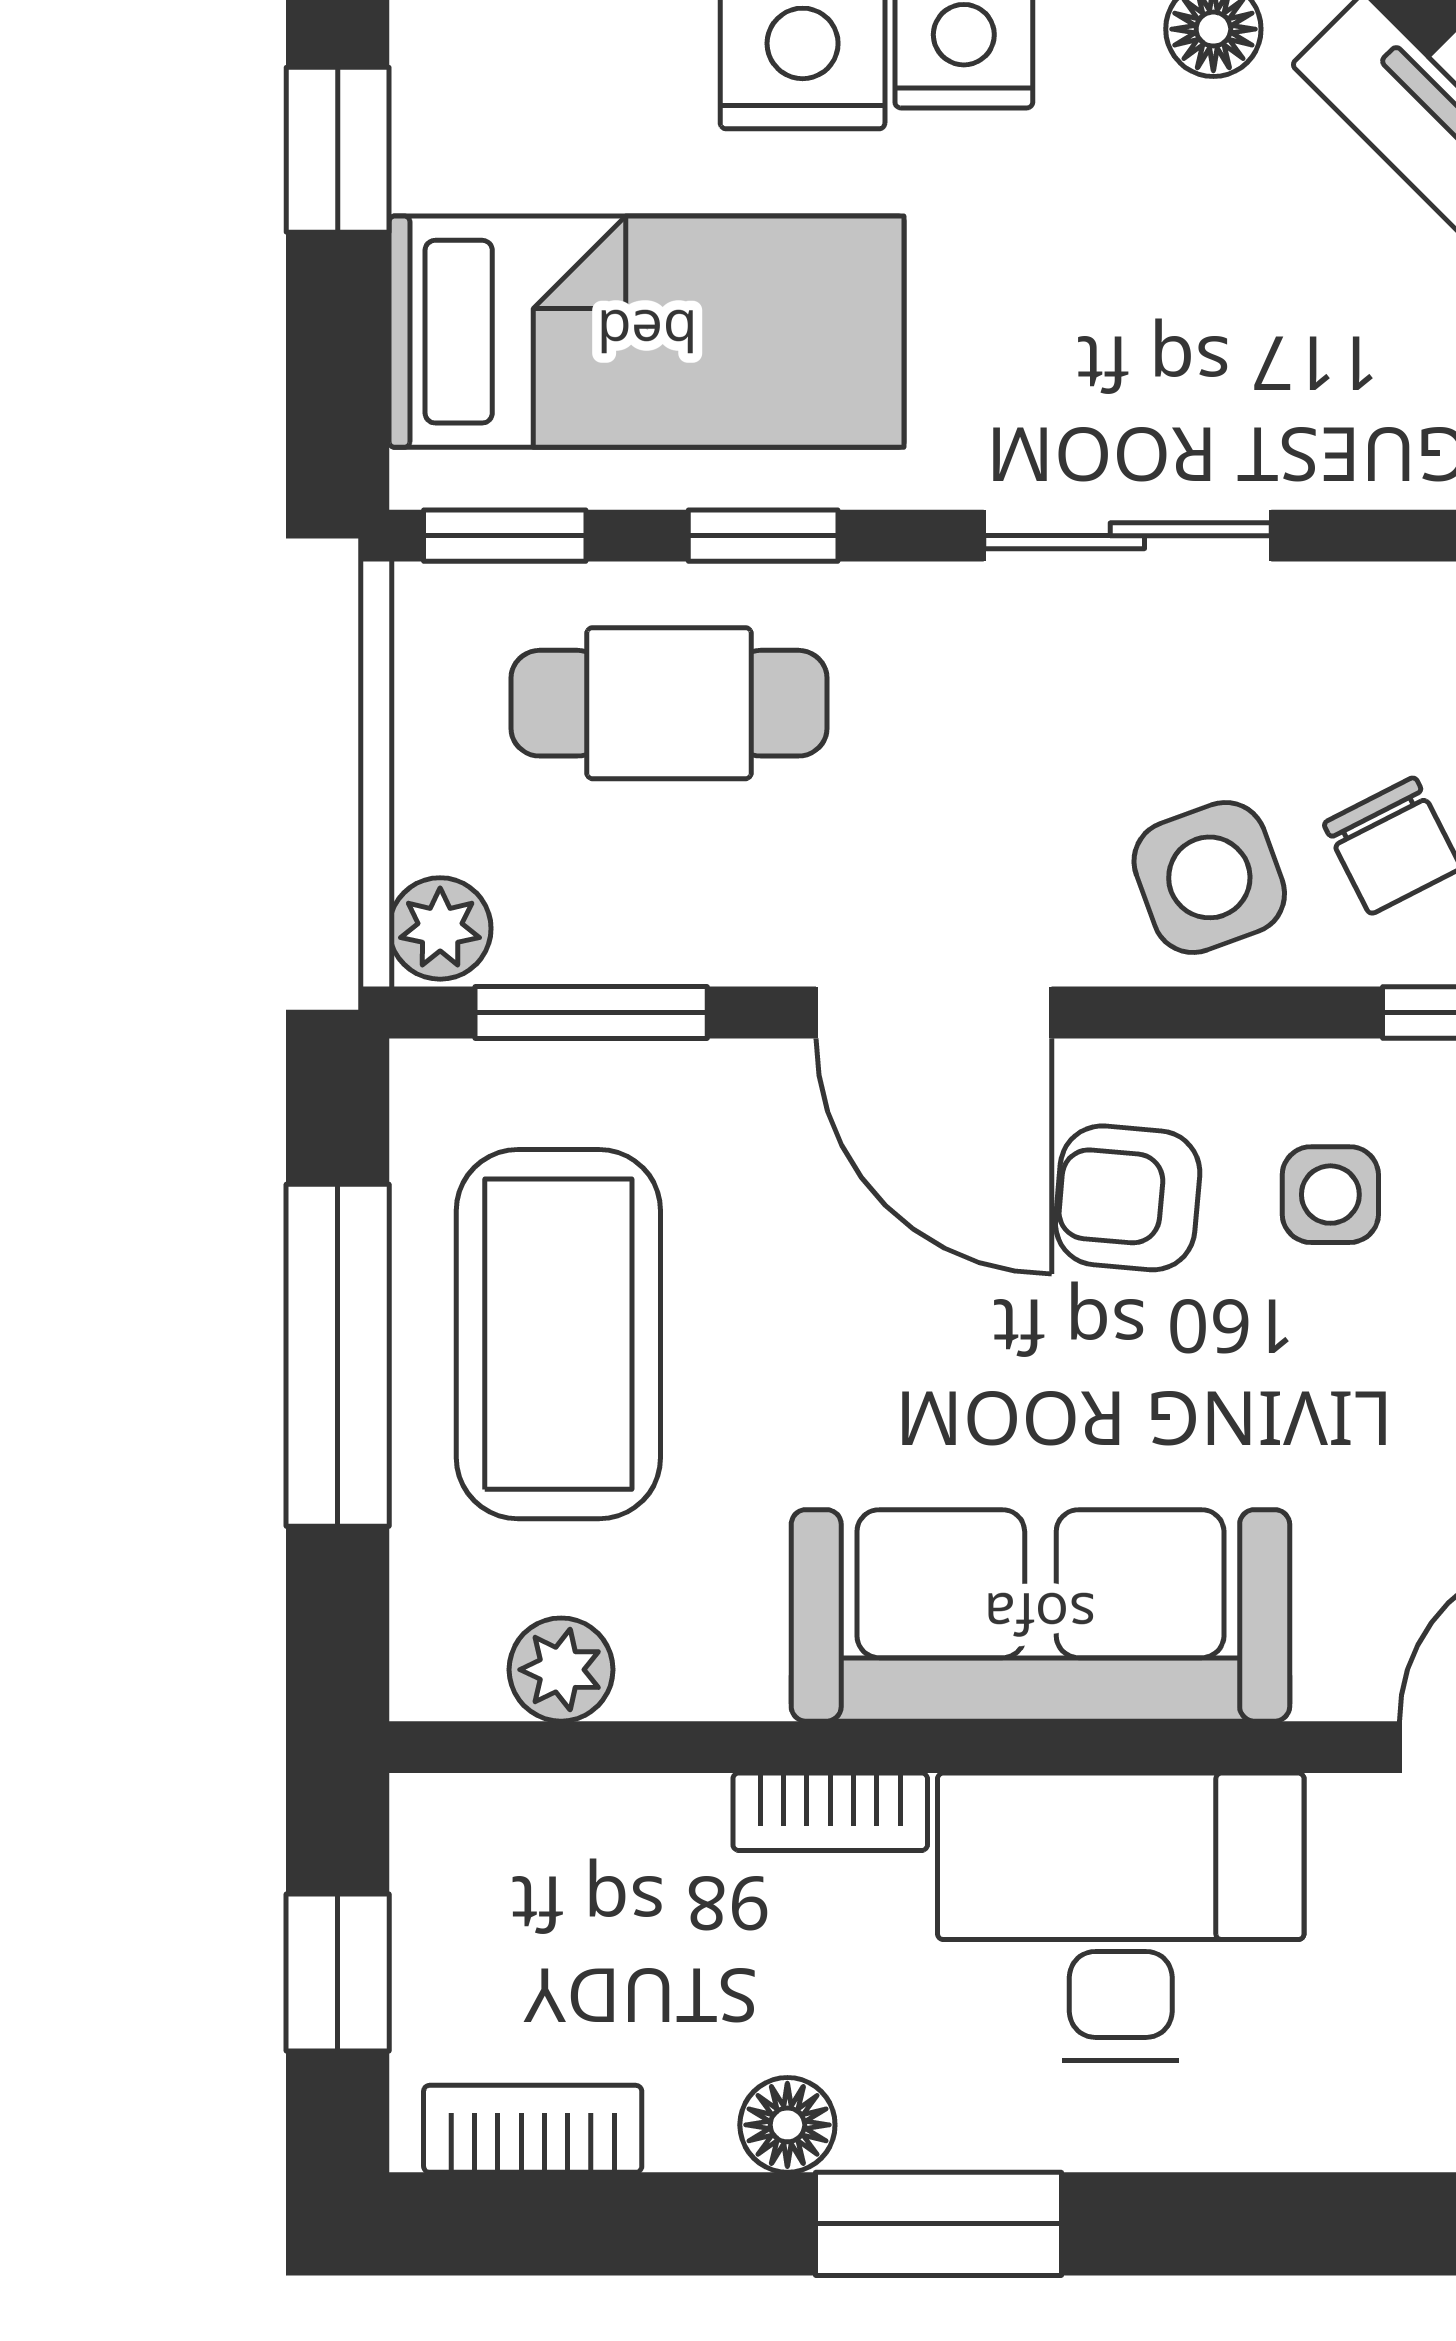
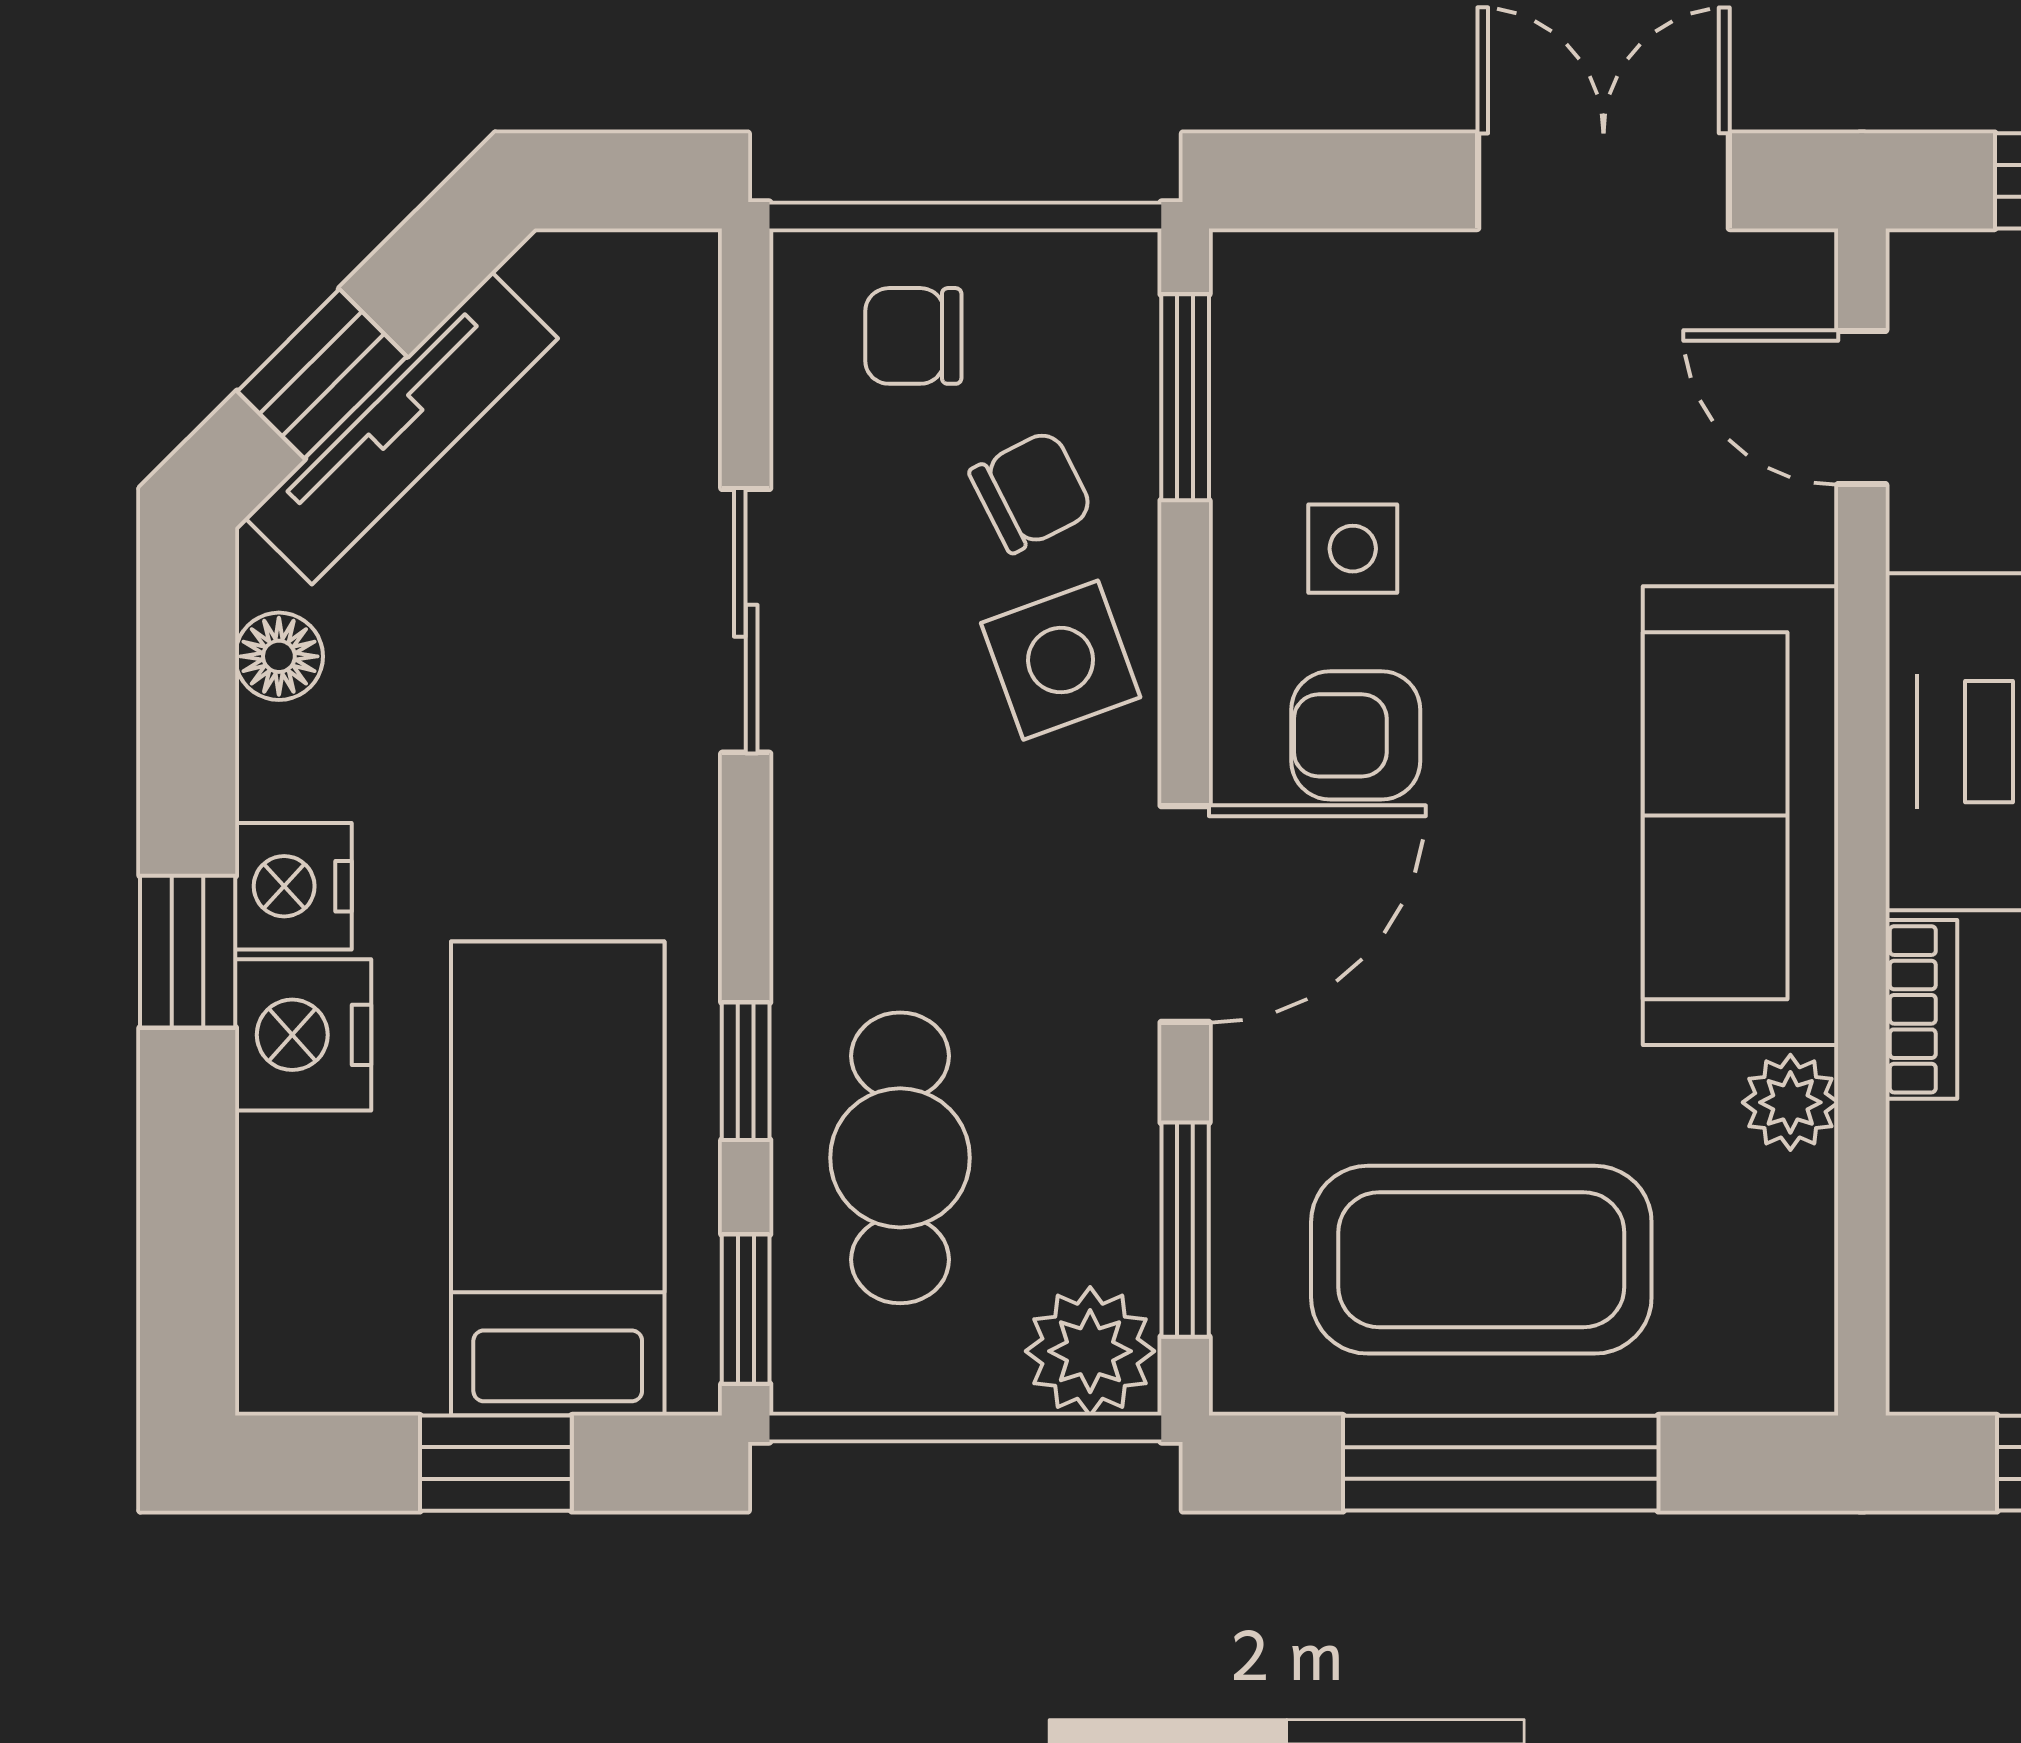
window: (338, 150) -> (496, 1463), moved
sliding door: (1127, 536) -> (746, 621), moved
plant: (440, 928) -> (1090, 1351), width x1.38, depth x1.38
armchair: (1128, 1198) -> (1356, 735), turned 85
plant: (561, 1670) -> (1790, 1102), moved

